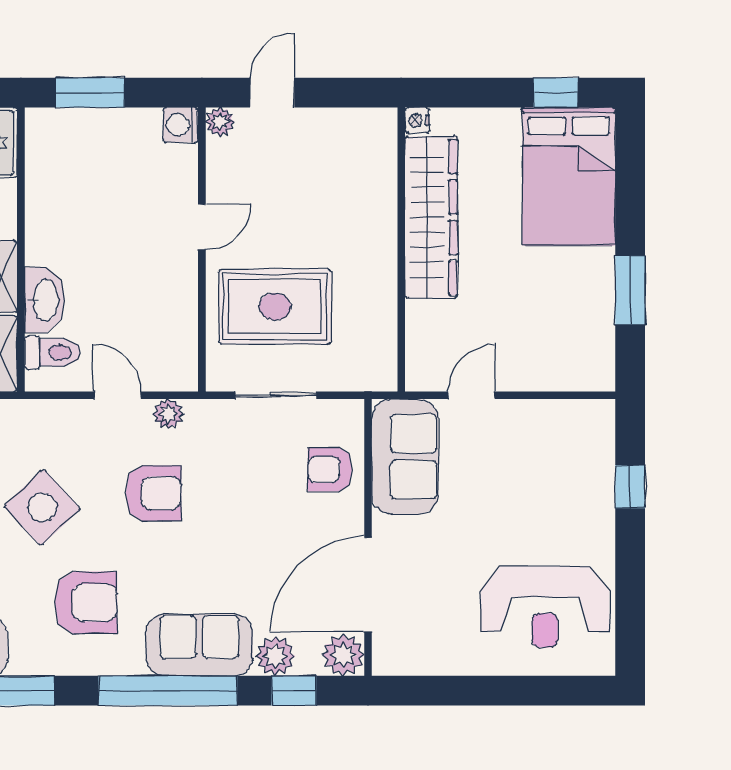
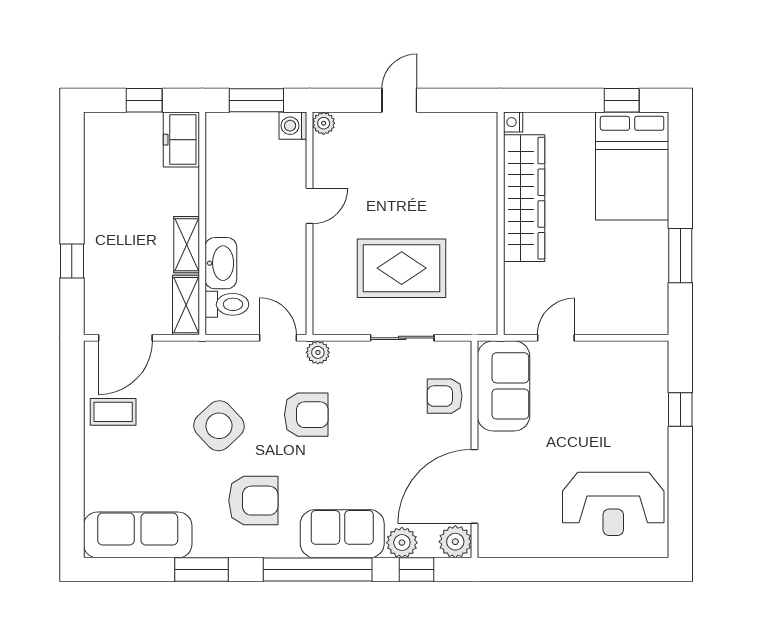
plant: (220, 122) -> (324, 123), moved
washing machine: (181, 125) -> (293, 126), moved
door: (202, 227) -> (309, 206), moved
wall: (202, 249) -> (309, 223), moved

